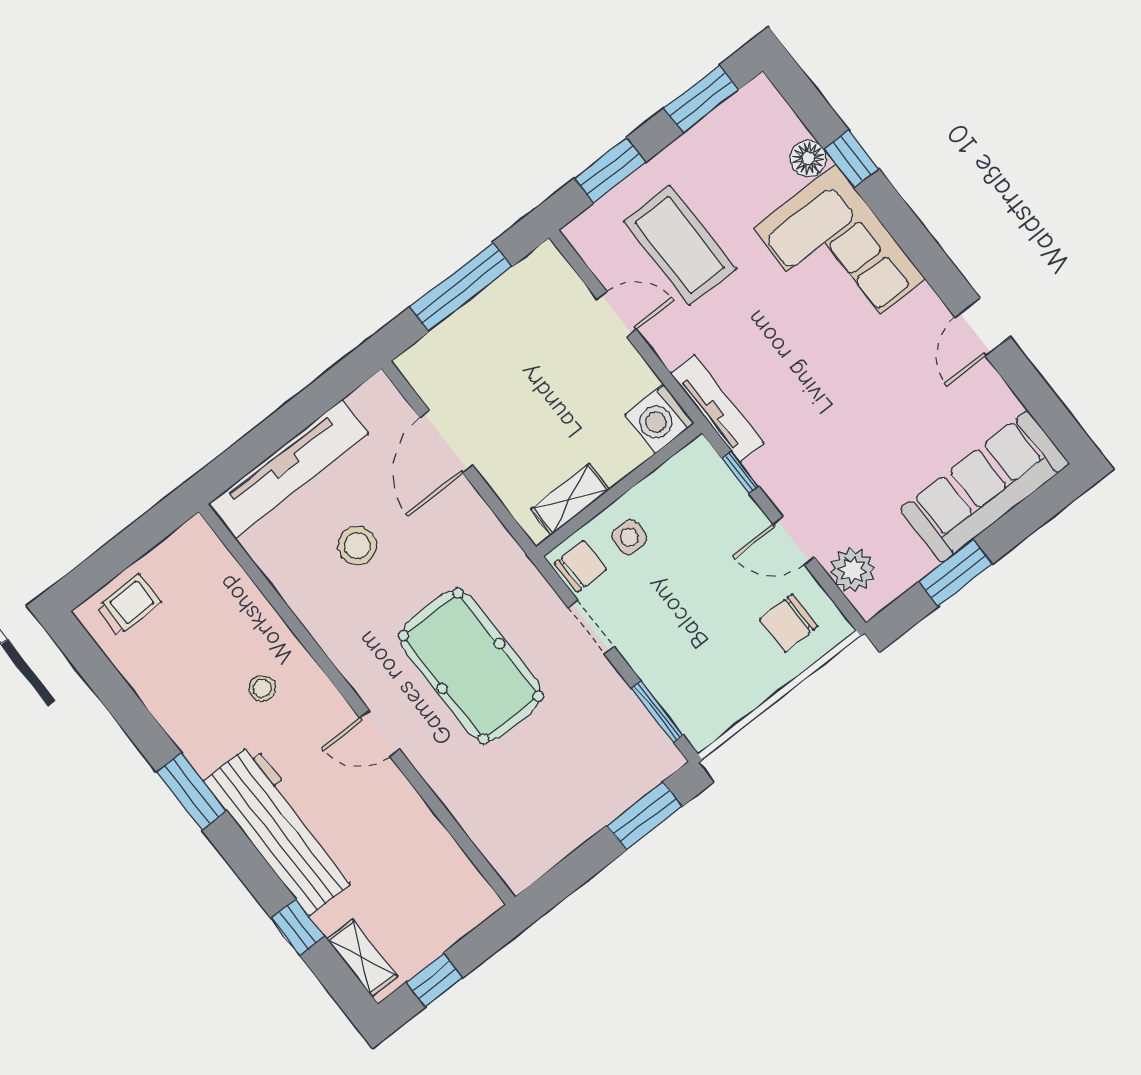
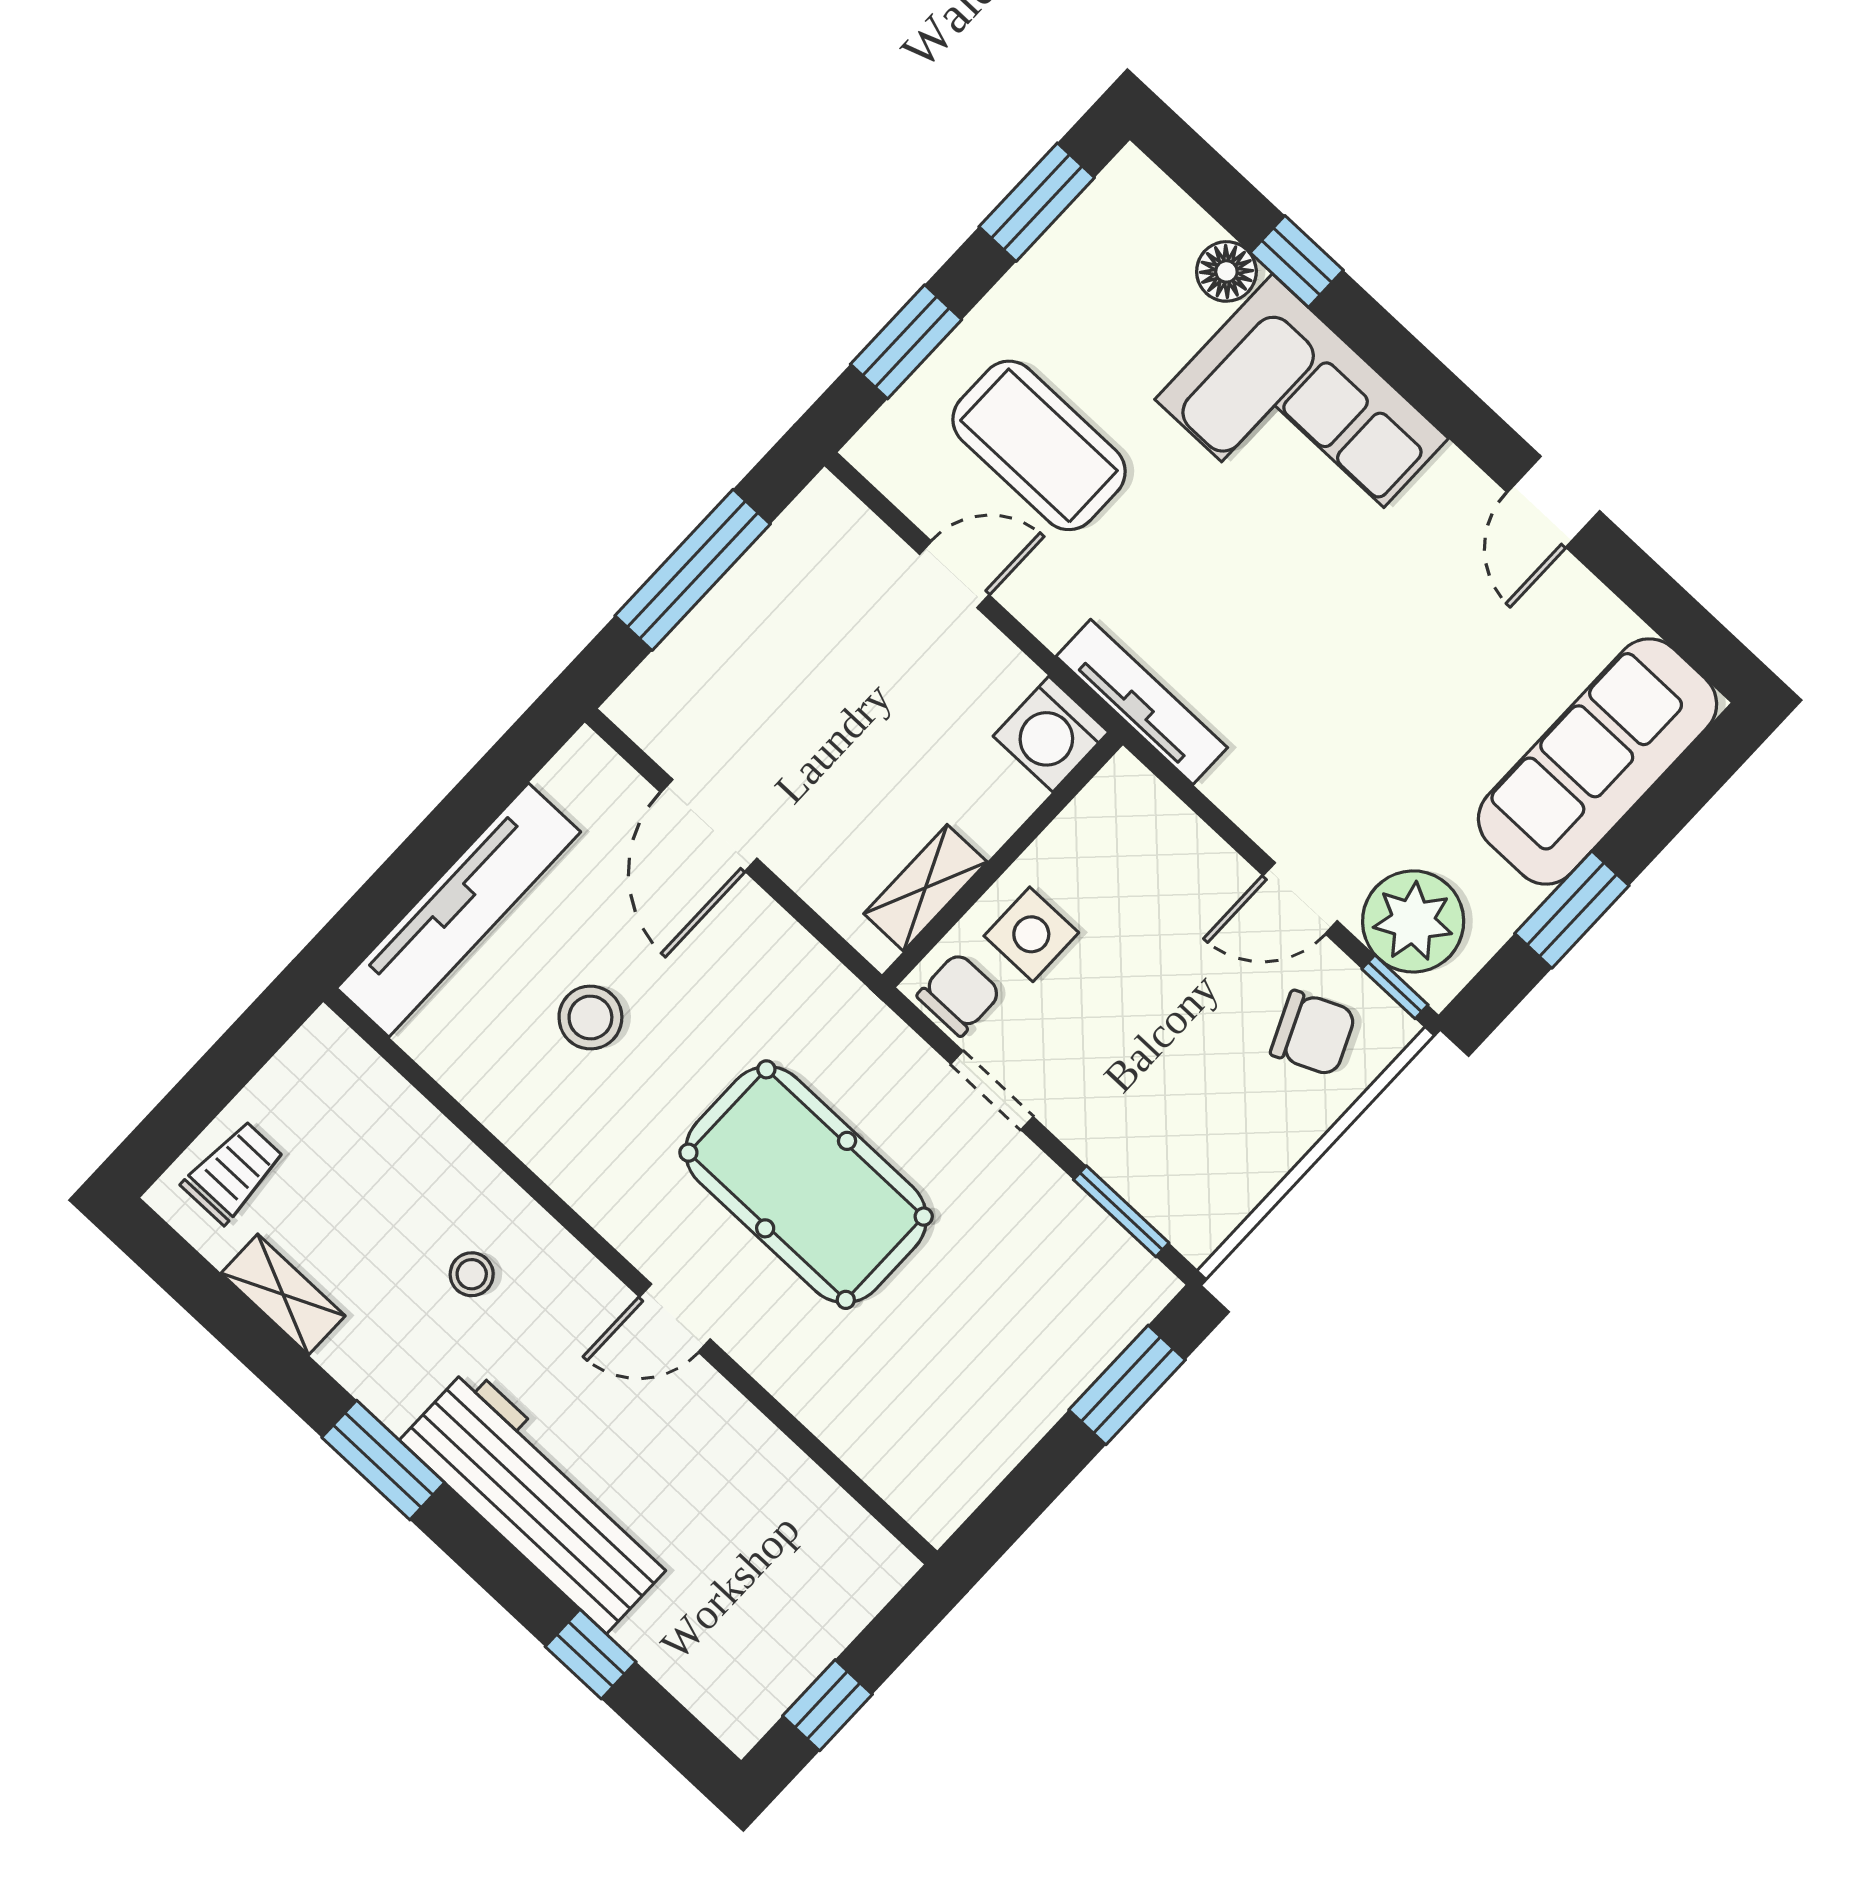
window: (740, 472) -> (1395, 987), moved
side table: (629, 537) -> (1031, 934), width x1.37, depth x1.37
plant: (853, 570) -> (1413, 921), width x1.36, depth x1.36
chair: (789, 623) -> (1313, 1033), turned -114
shelving: (362, 958) -> (283, 1294), moved

